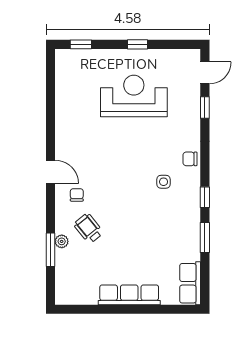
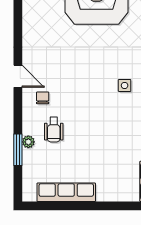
wheelchair: (88, 228) -> (54, 130), turned -141
row of seats: (129, 295) -> (66, 192), moved

